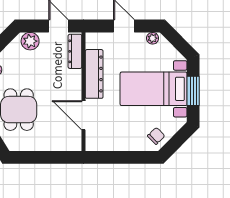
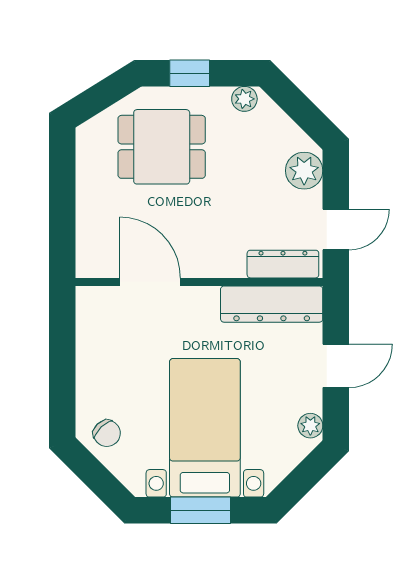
dresser: (94, 74) -> (272, 304), moved
door: (84, 115) -> (150, 282), hinge flipped

